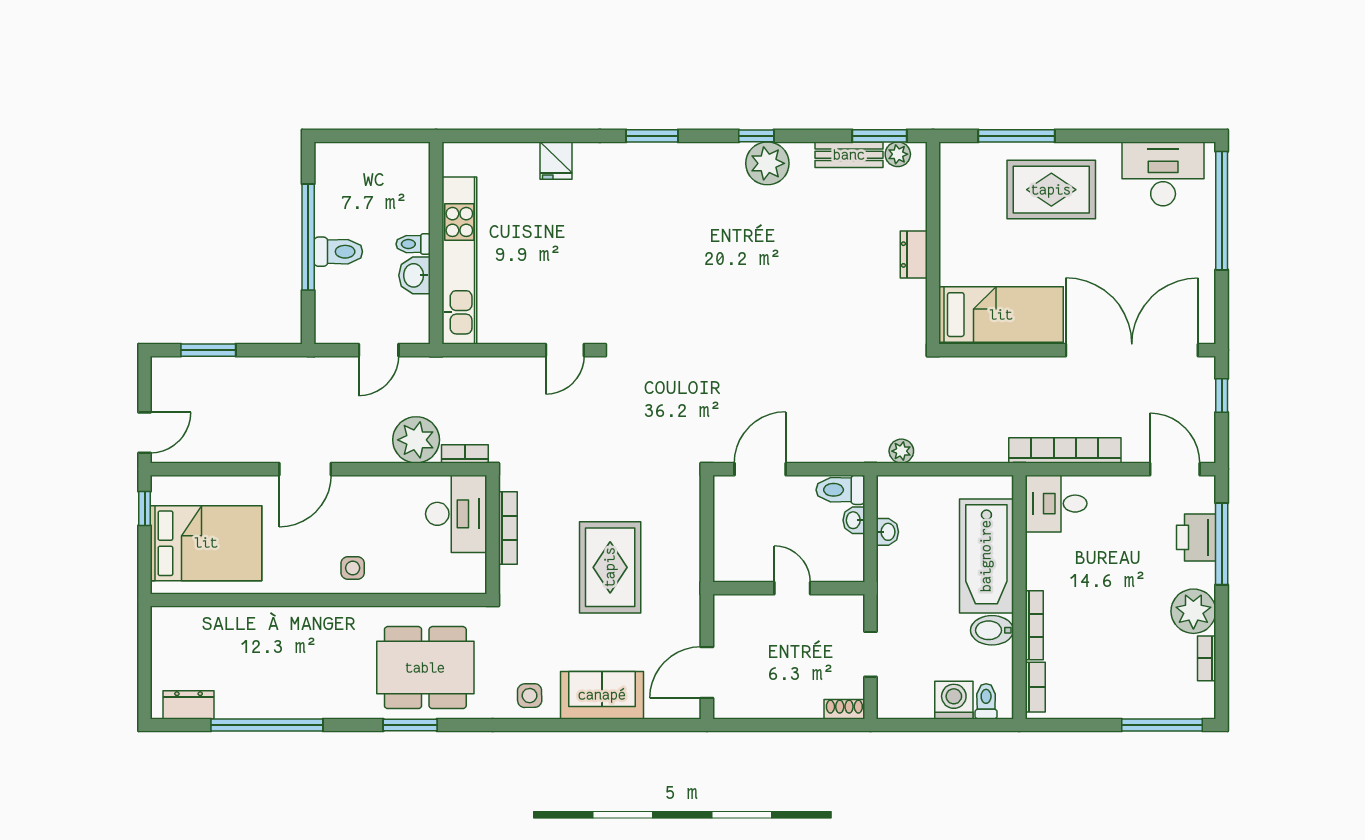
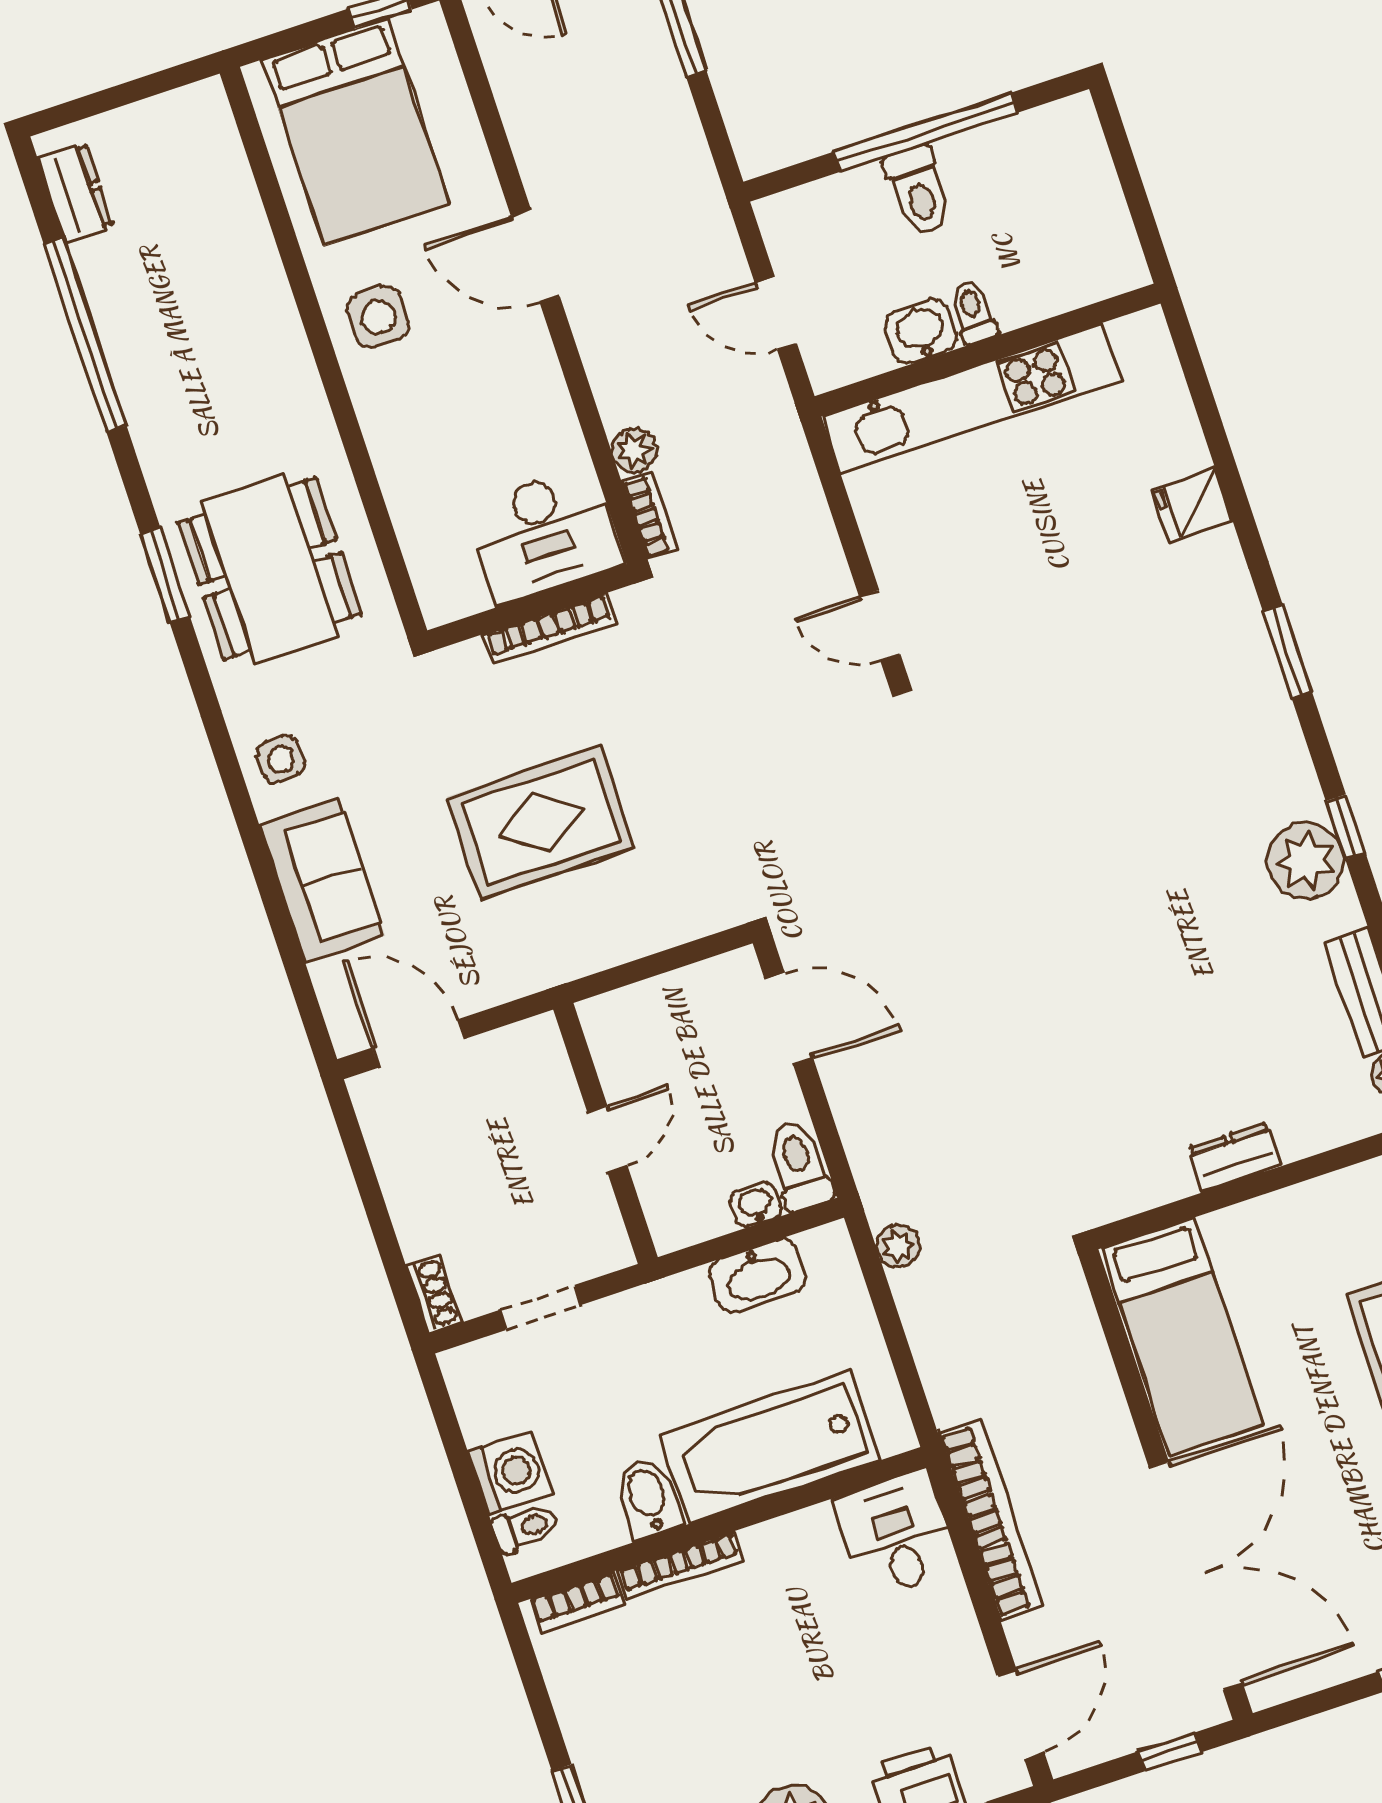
plant: (416, 440) -> (634, 450), width x0.53, depth x0.53
washbasin: (887, 532) -> (758, 1276), width x1.91, depth x1.45
side table: (353, 568) -> (378, 317), moved, width x1.37, depth x1.37

